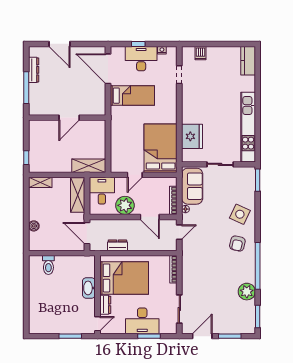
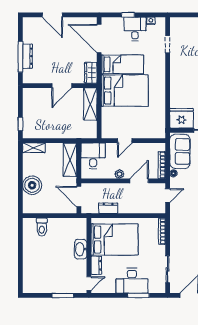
dishwasher: (200, 53) -> (188, 24), removed
desk: (141, 59) -> (135, 29), width x0.73
dresser: (34, 70) -> (28, 56), moved
wardrobe: (99, 104) -> (91, 73), added
fridge: (192, 136) -> (182, 118), moved, turned -90
bed: (161, 148) -> (125, 91), moved, turned 90
shelving: (89, 166) -> (90, 104), moved, turned 90
plant: (125, 205) -> (119, 174), width x0.53, depth x0.53
door: (150, 217) -> (139, 181), swing flipped
boiler: (34, 226) -> (32, 185), width x1.86, depth x1.86

